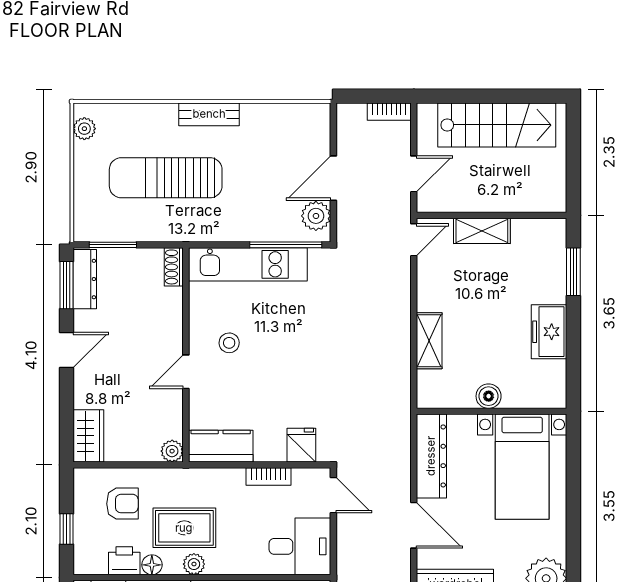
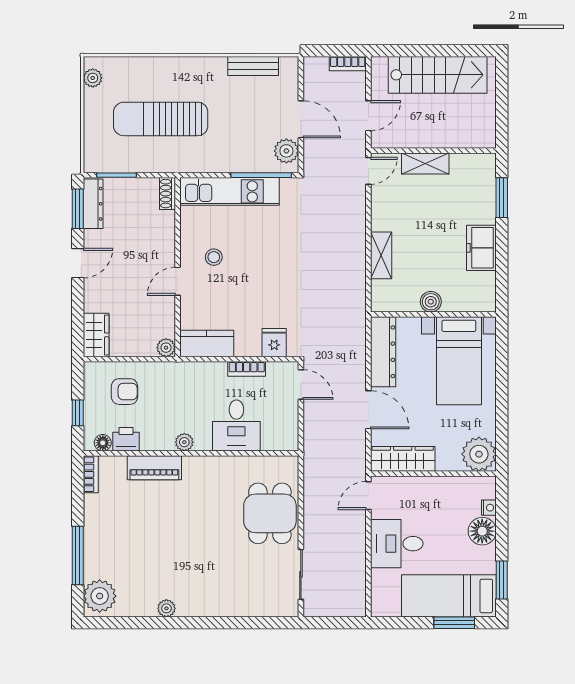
bench: (209, 114) -> (253, 66), moved
door: (333, 178) -> (301, 119), swing flipped
rug: (184, 528) -> (176, 412), removed
desk: (300, 546) -> (236, 425), moved, turned 90
floor lamp: (152, 565) -> (103, 443), moved

